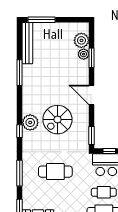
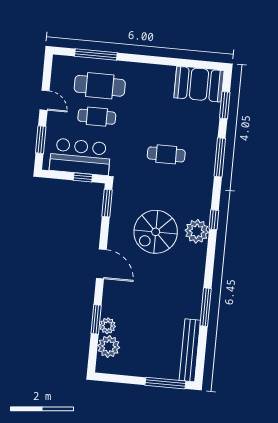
spiral stairs: (57, 120) -> (156, 232), turned 180
cafe table: (55, 172) -> (166, 154), width x0.73, depth x0.74

